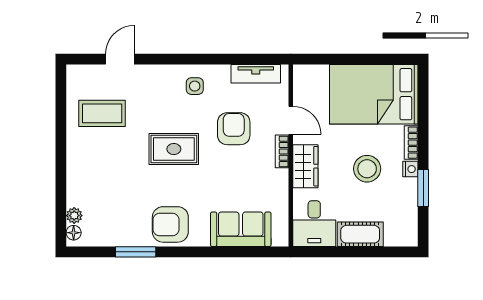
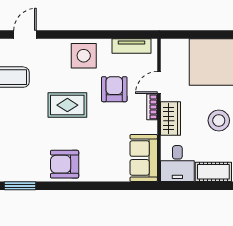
side table: (195, 86) -> (84, 56), width x1.87, depth x1.87
door: (291, 120) -> (159, 83), swing flipped
sofa: (241, 229) -> (144, 158), moved, turned -90
window: (136, 252) -> (20, 186), moved

